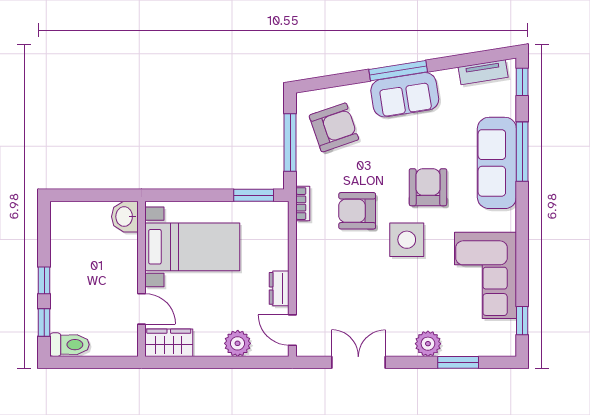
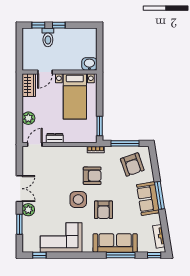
armchair: (428, 187) -> (103, 210), turned 90
armchair: (357, 211) -> (92, 176), turned 90
toilet: (69, 345) -> (48, 37), moved
double door: (358, 362) -> (19, 189), moved

